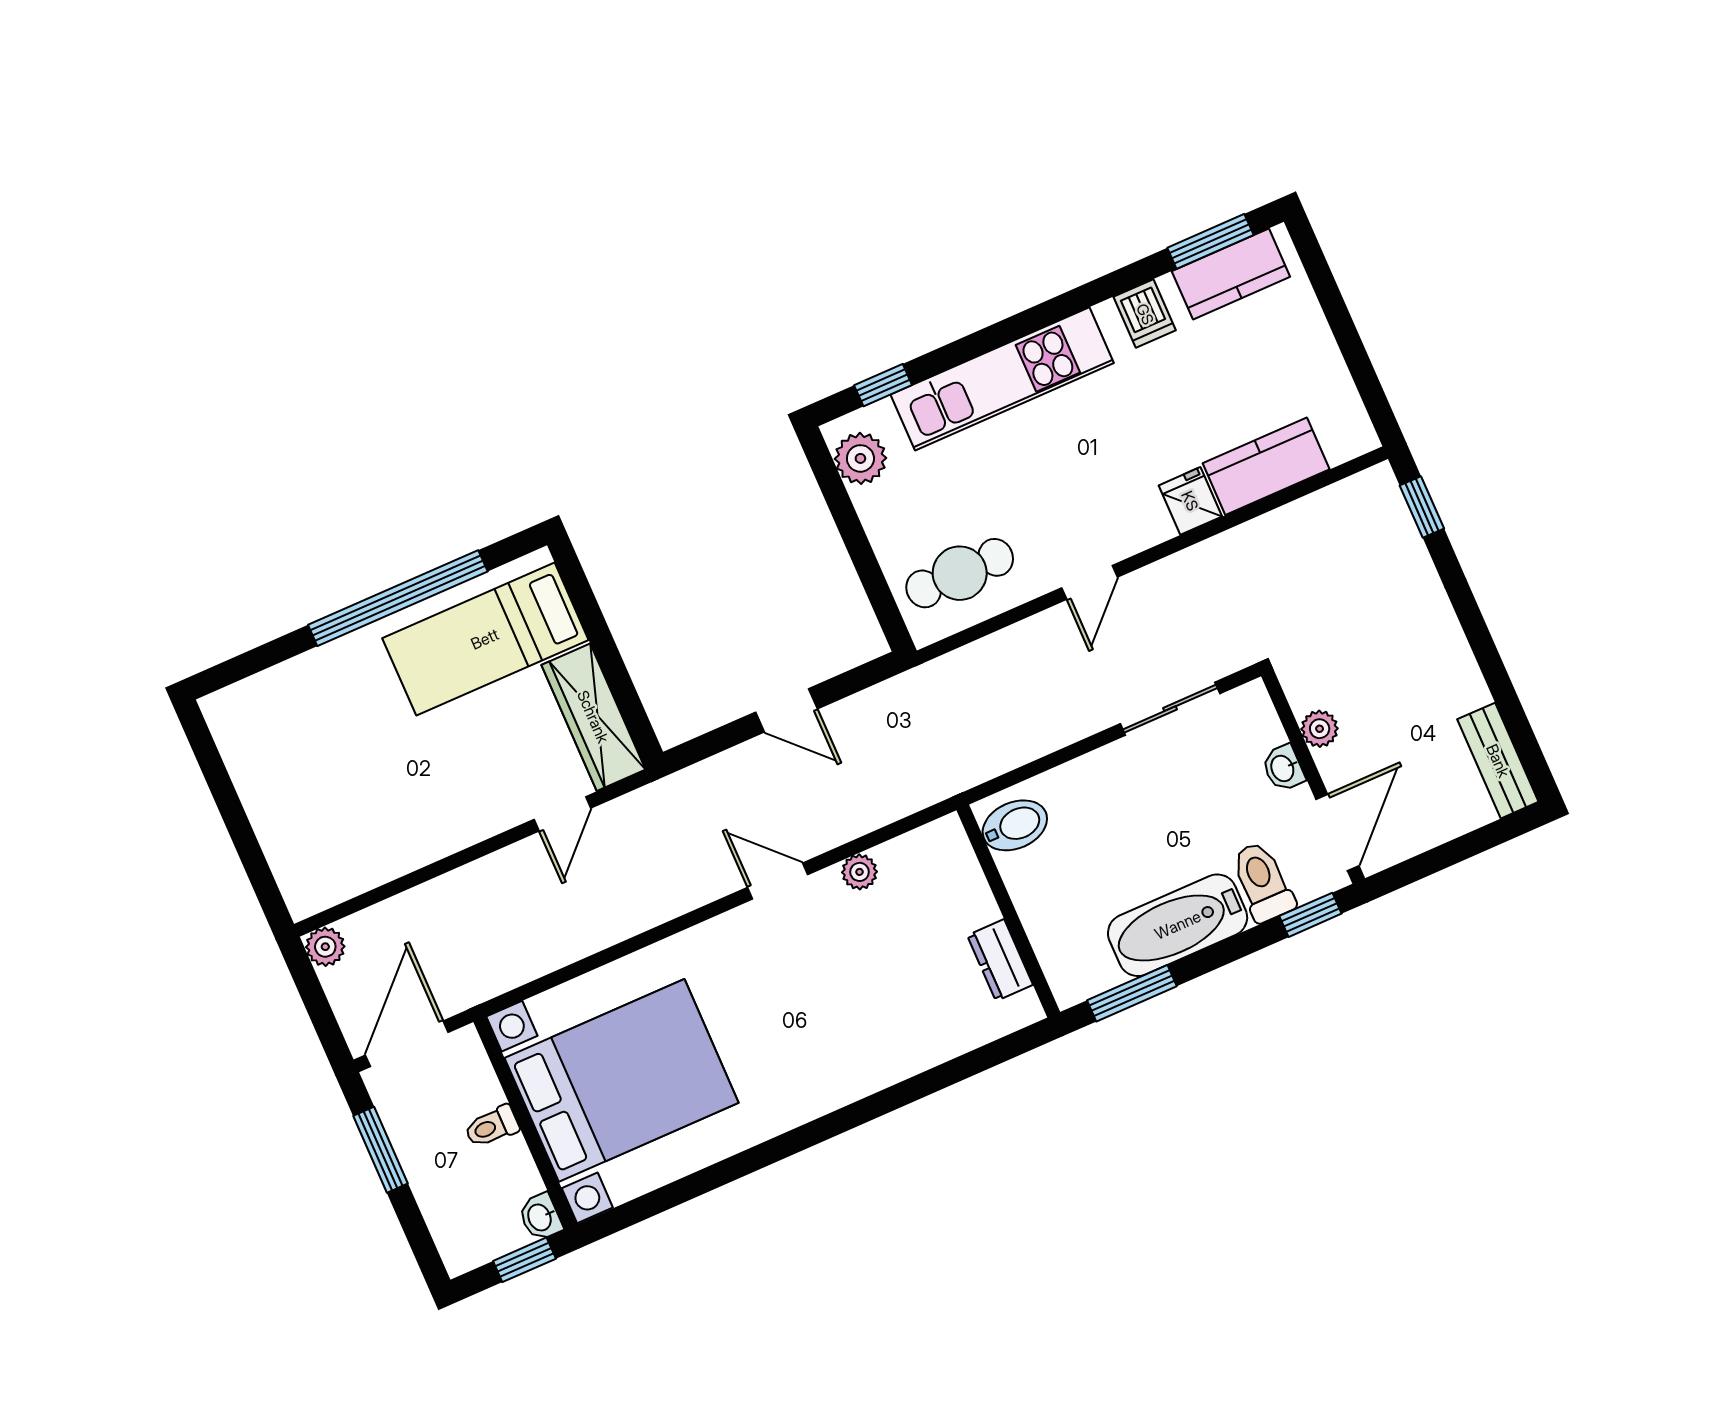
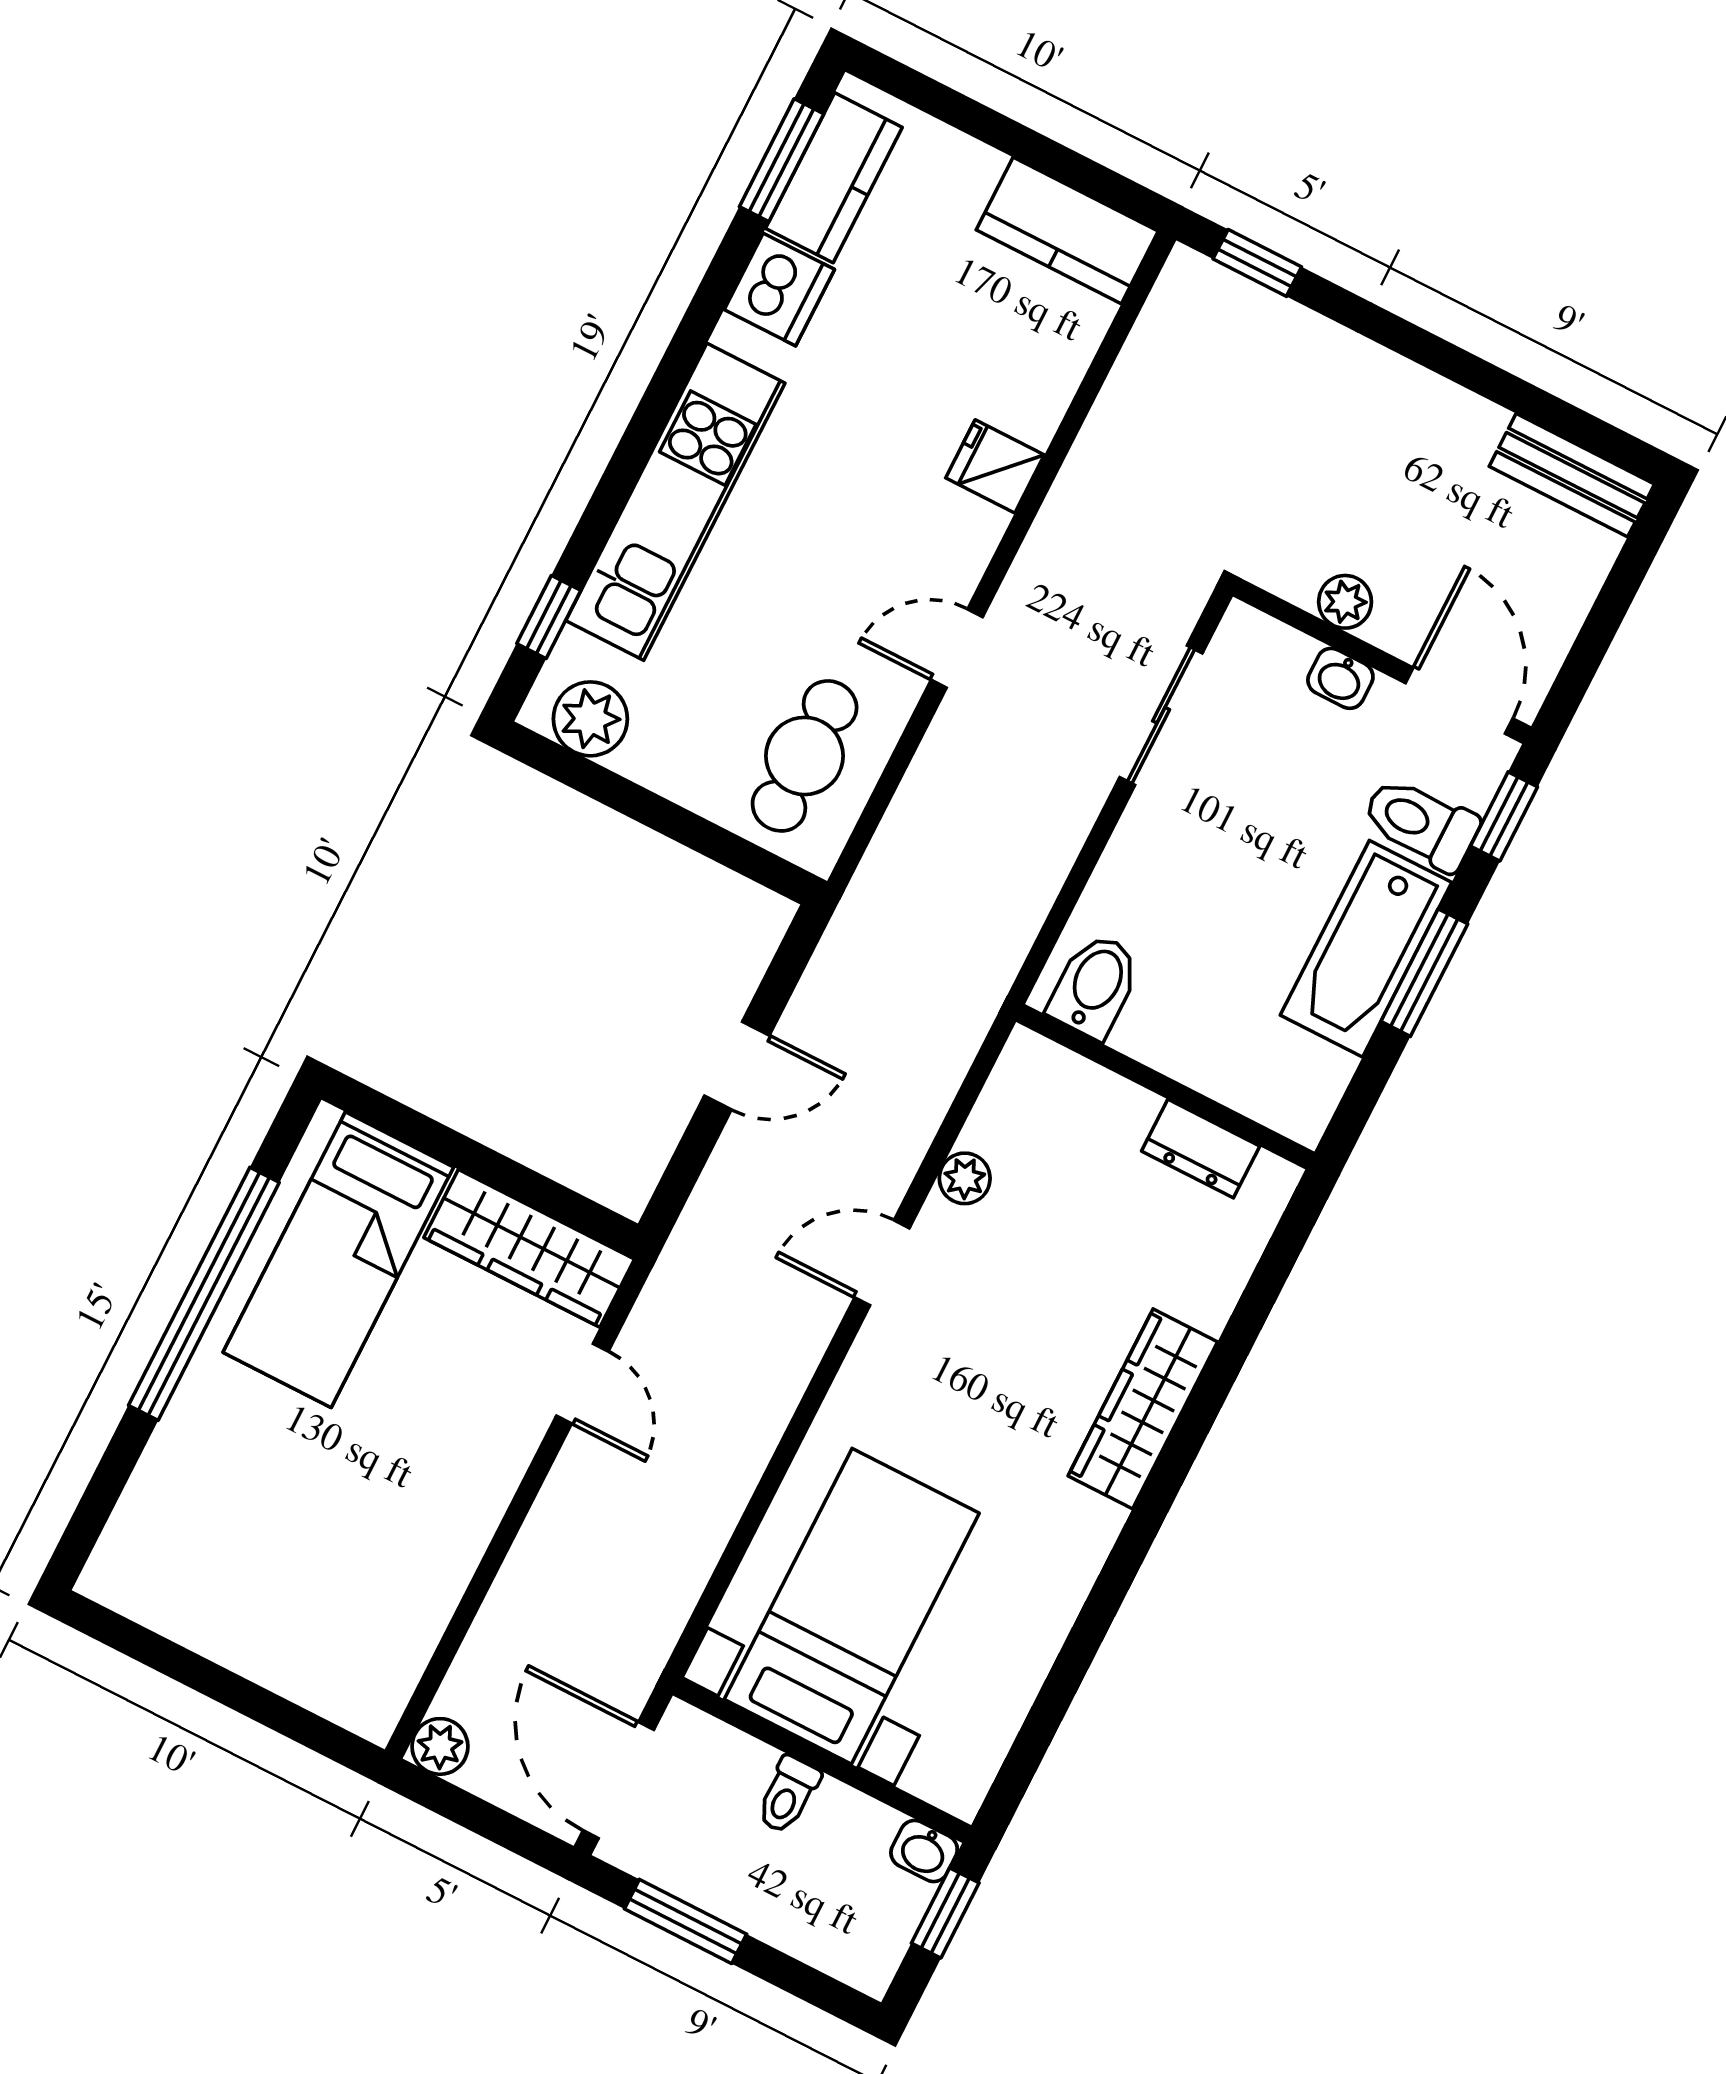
dishwasher: (1145, 314) -> (779, 289), width x1.38
kitchen counter: (1266, 466) -> (1067, 230), moved, turned -90
door: (1089, 582) -> (957, 648), swing flipped
window: (1132, 993) -> (1424, 973), moved
wardrobe: (854, 1075) -> (1143, 1409), added
bed with nightstands: (622, 1080) -> (852, 1606), width x0.73

